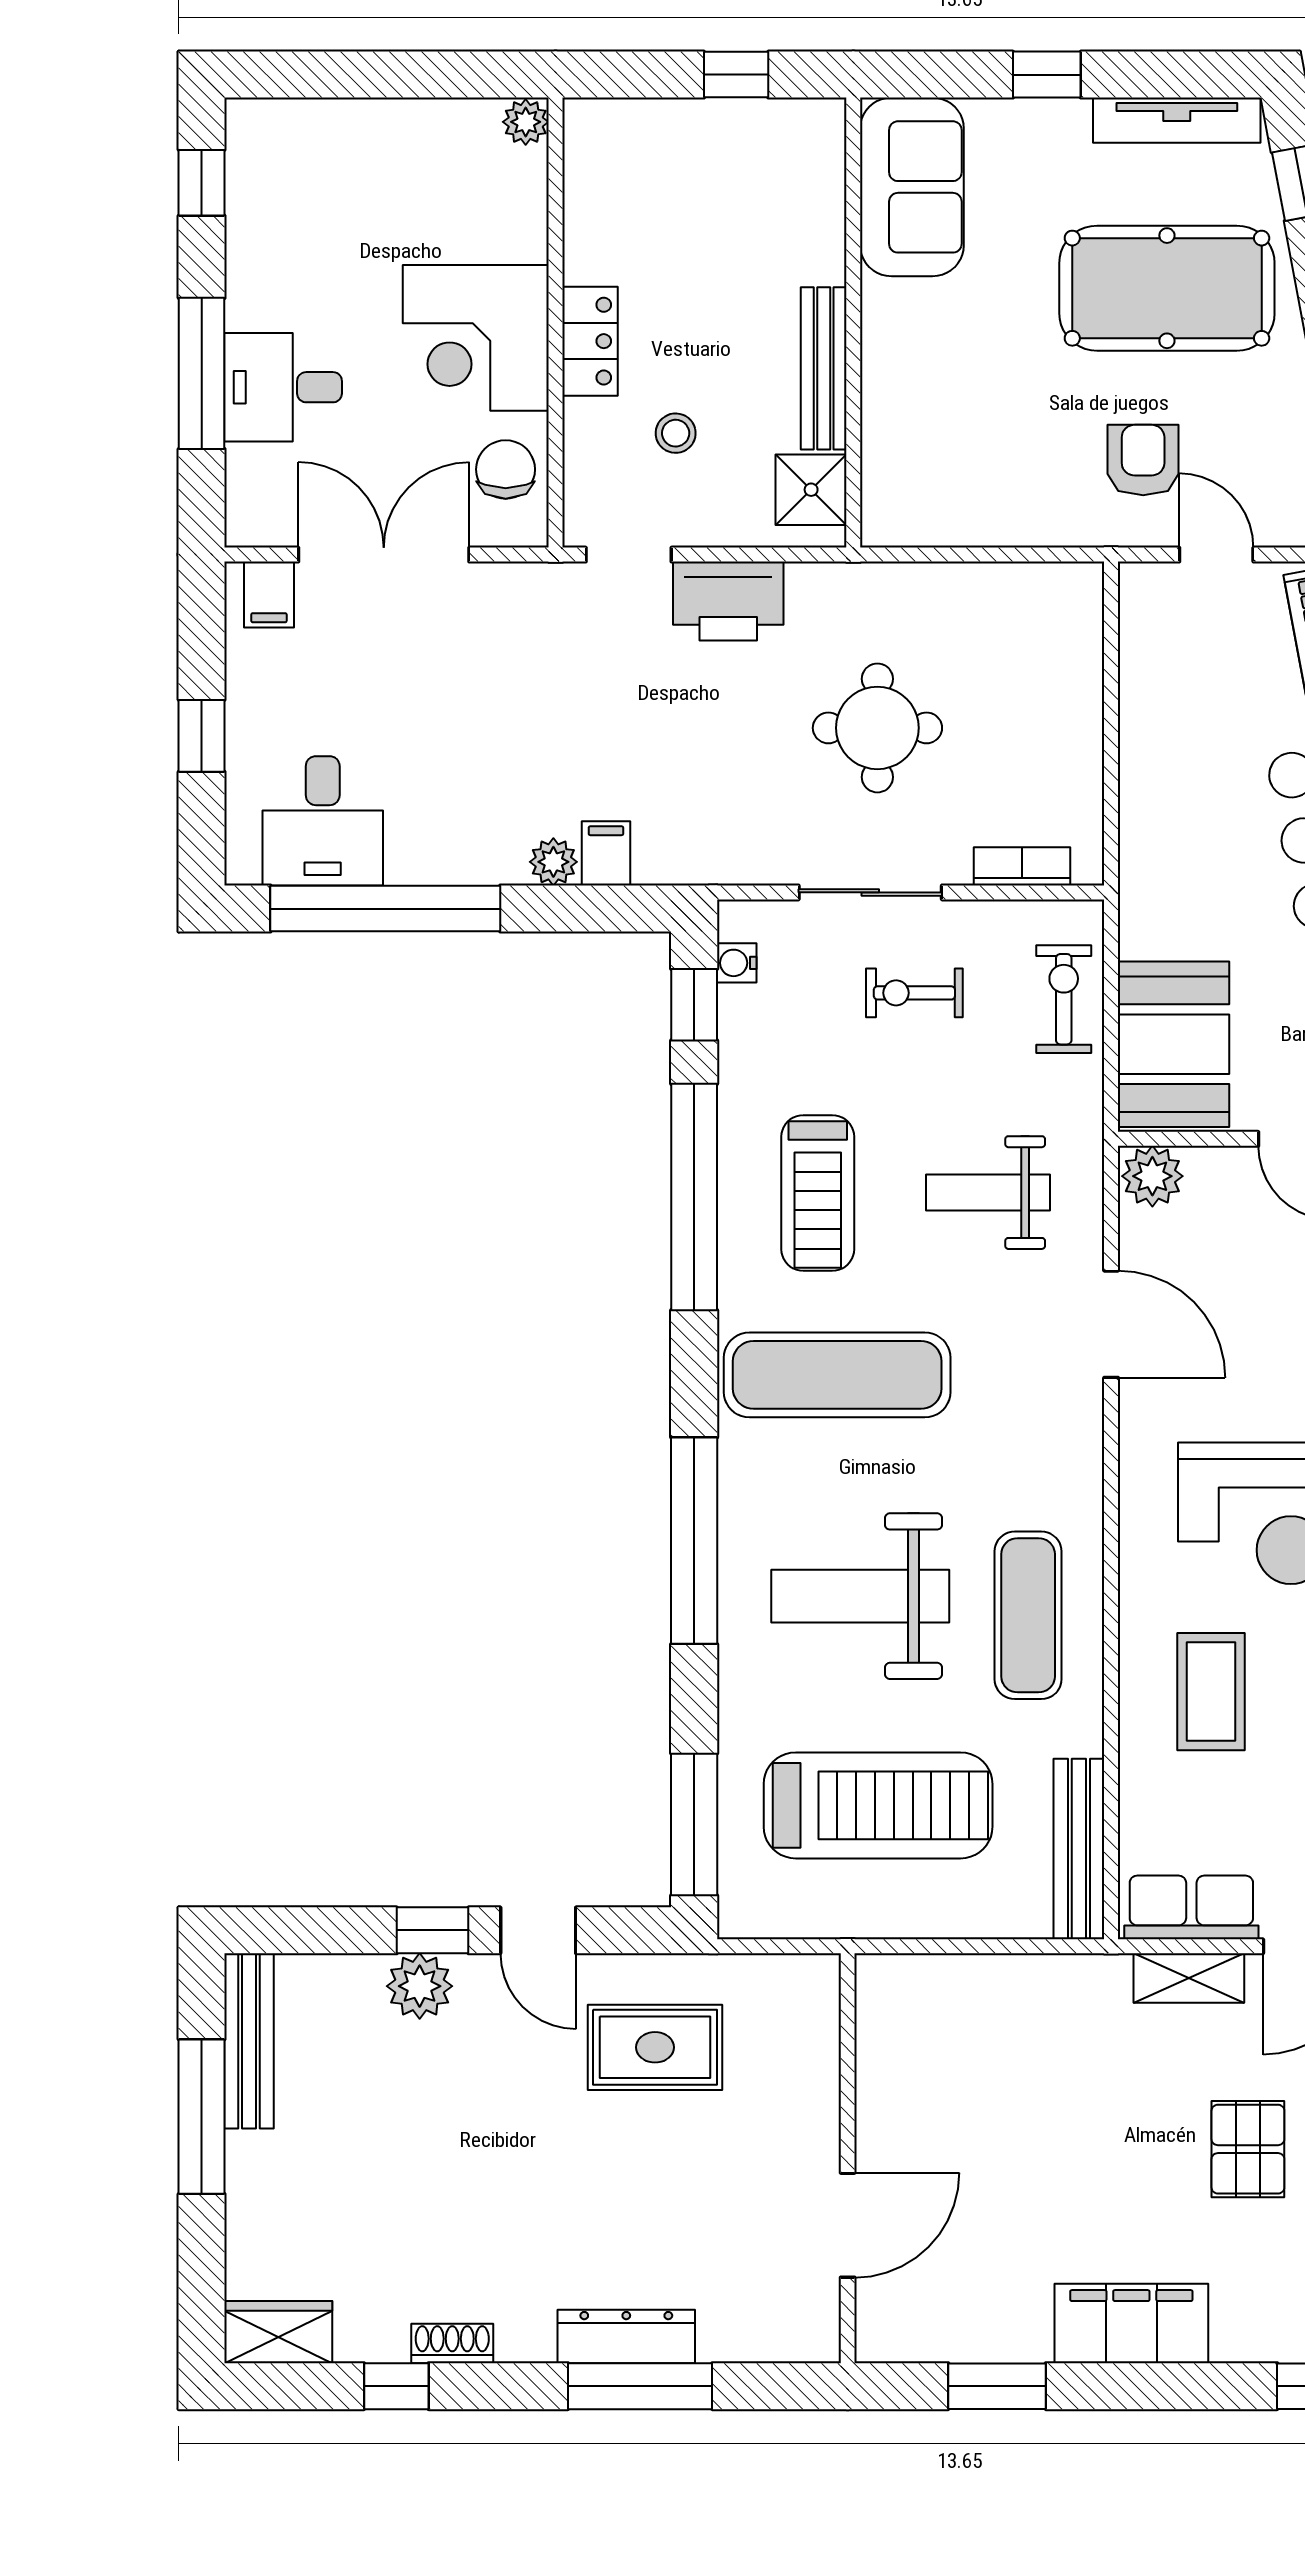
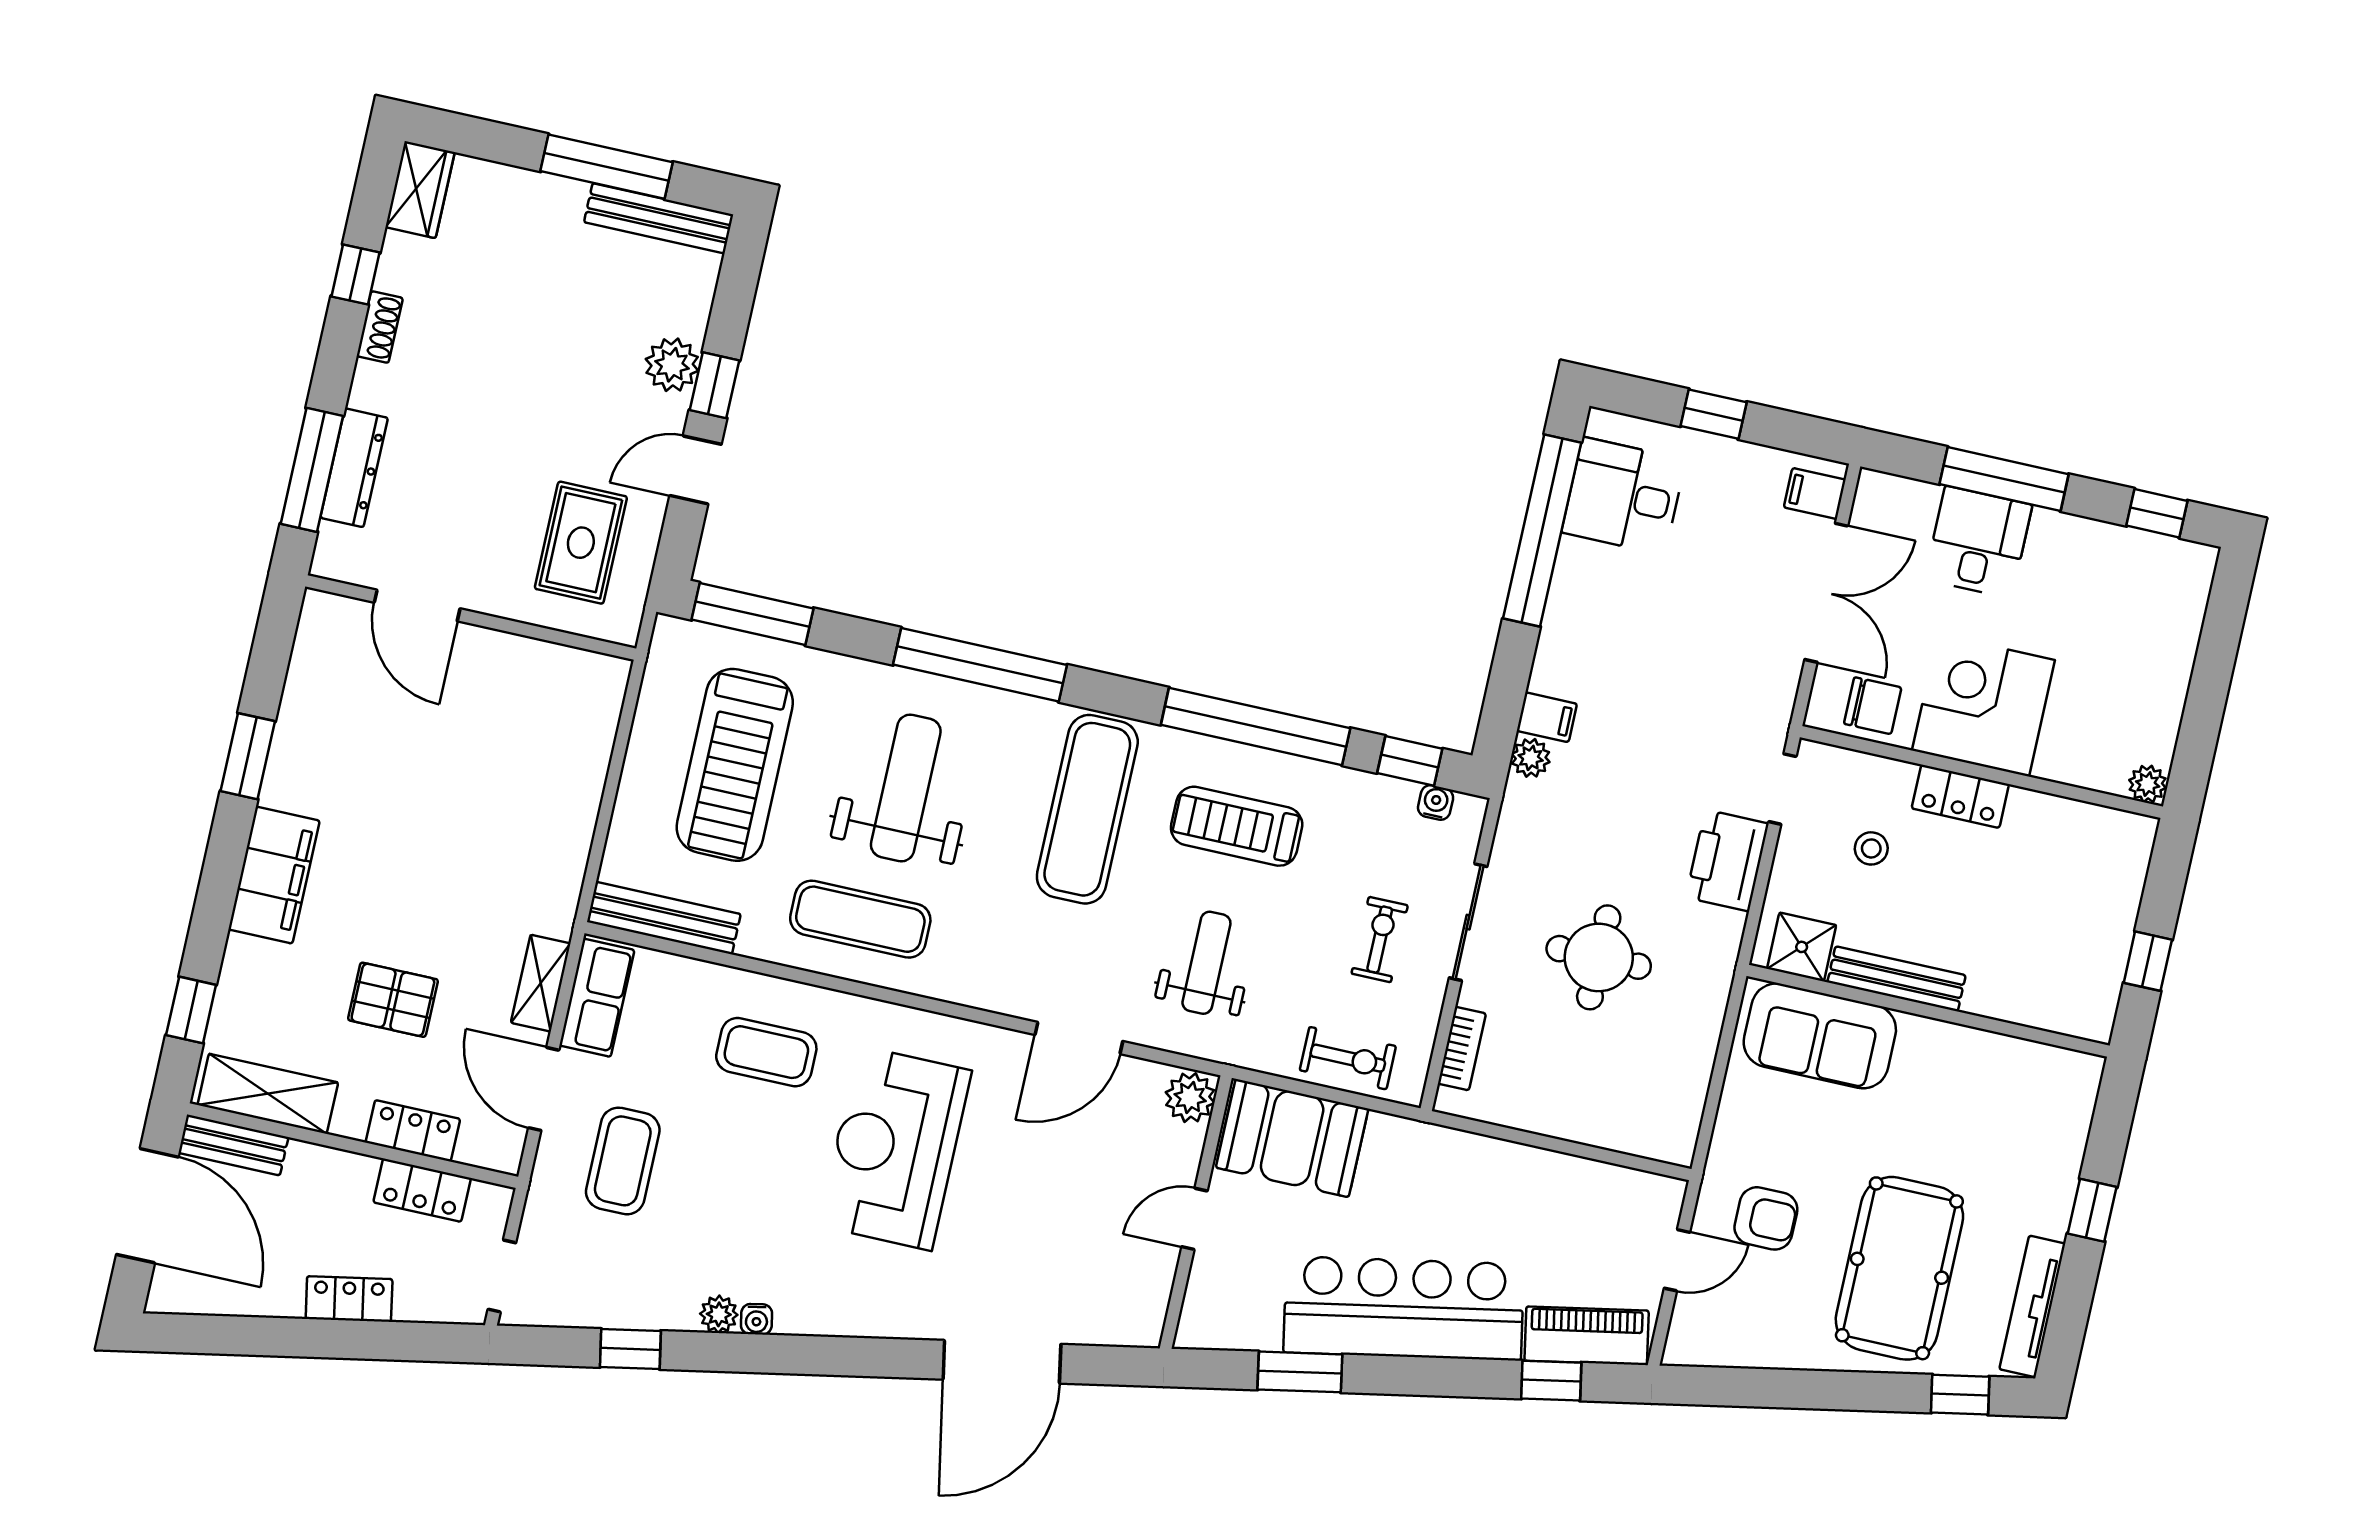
sofa: (912, 187) -> (1820, 1036), moved
plant: (553, 862) -> (1531, 758), moved
wall: (848, 2158) -> (471, 618), moved
door: (848, 2225) -> (417, 606), moved

